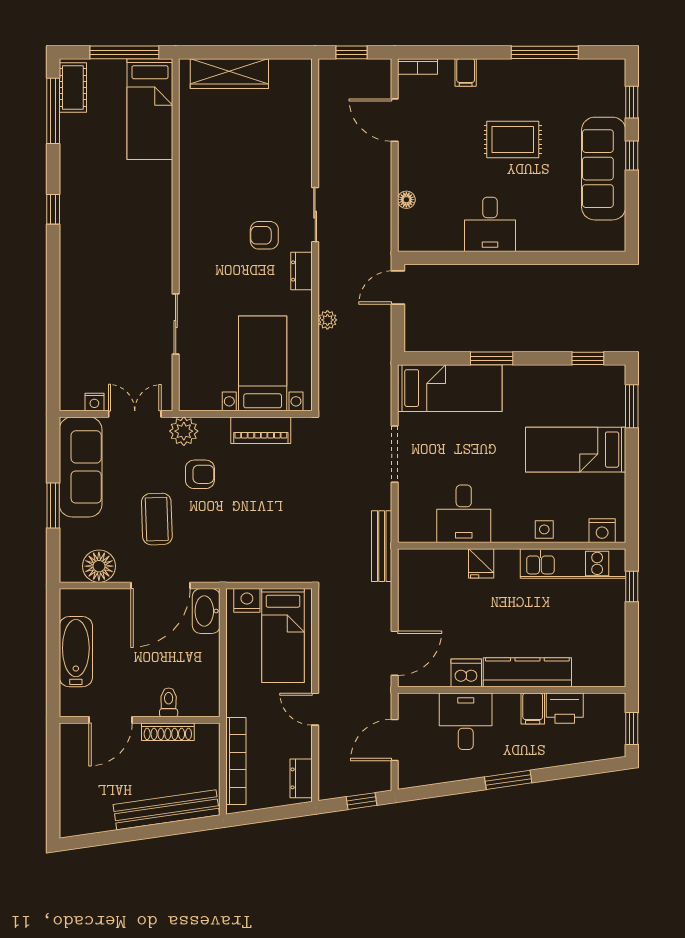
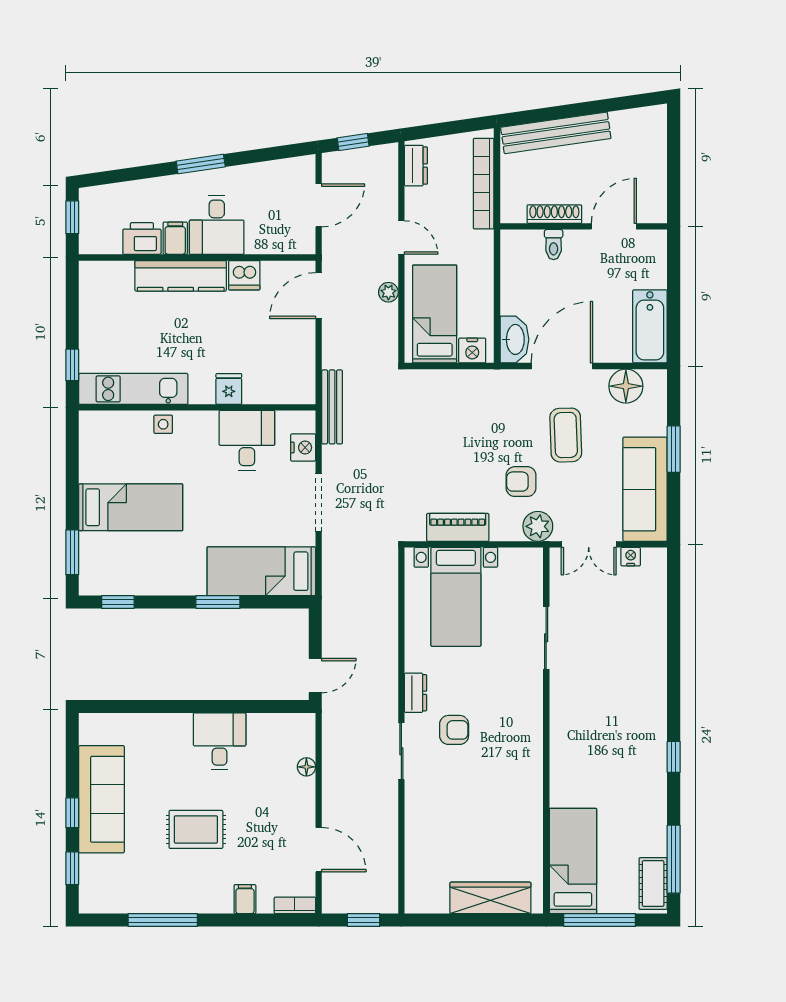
plant: (327, 320) -> (388, 292), moved
nightstand: (602, 531) -> (303, 448), moved, turned 90
bathtub: (76, 652) -> (650, 326), moved
desk: (466, 721) -> (217, 225), moved

